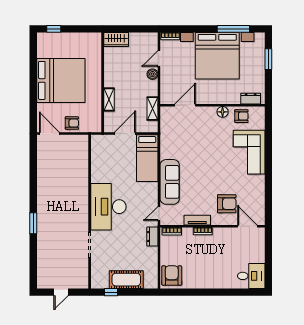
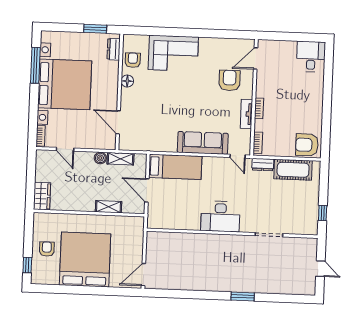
window: (268, 59) -> (95, 29), moved
boiler: (152, 74) -> (100, 158), moved
armchair: (72, 123) -> (47, 249), moved
desk: (108, 207) -> (220, 216), width x0.73, depth x0.77
cot: (126, 280) -> (293, 170), moved, turned 90

